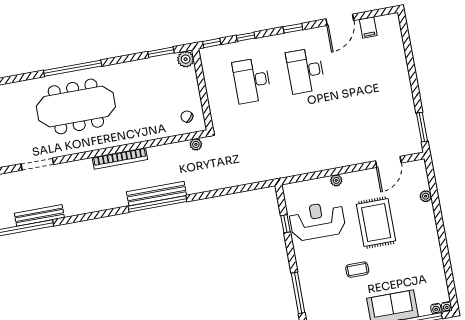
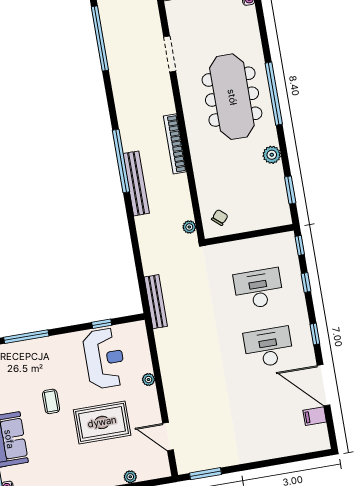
door: (340, 20) -> (324, 385), width x1.36
plant: (186, 59) -> (272, 155), moved
window: (157, 204) -> (121, 161), moved
bench: (39, 215) -> (156, 302), moved

